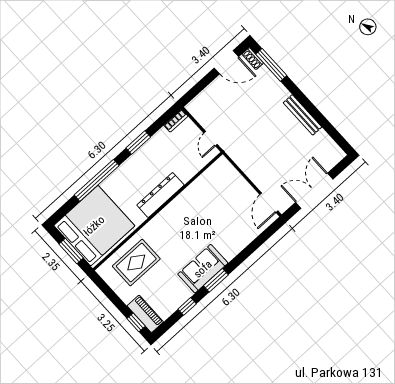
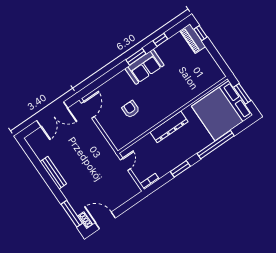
armchair: (213, 211) -> (131, 109), added
rug: (136, 263) -> (194, 78), removed

